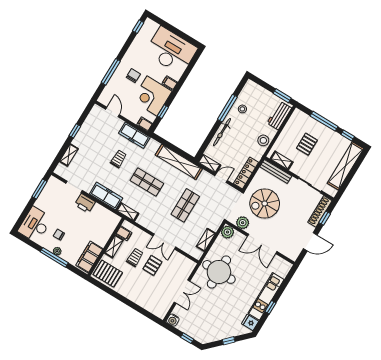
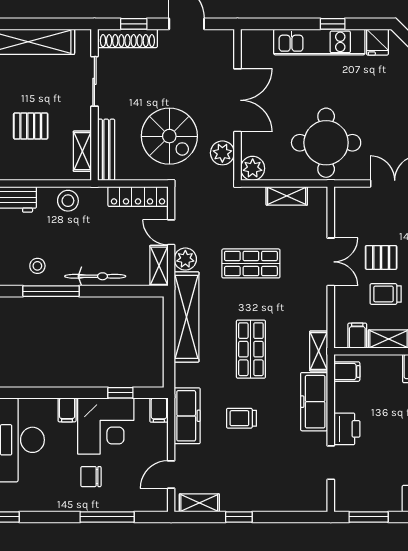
shelving: (69, 155) -> (199, 503), moved
plant: (205, 177) -> (185, 259), added
filing cabinet: (111, 219) -> (347, 372), added

